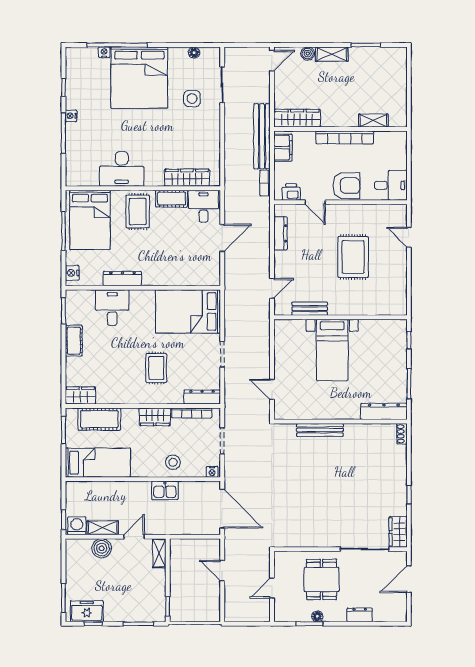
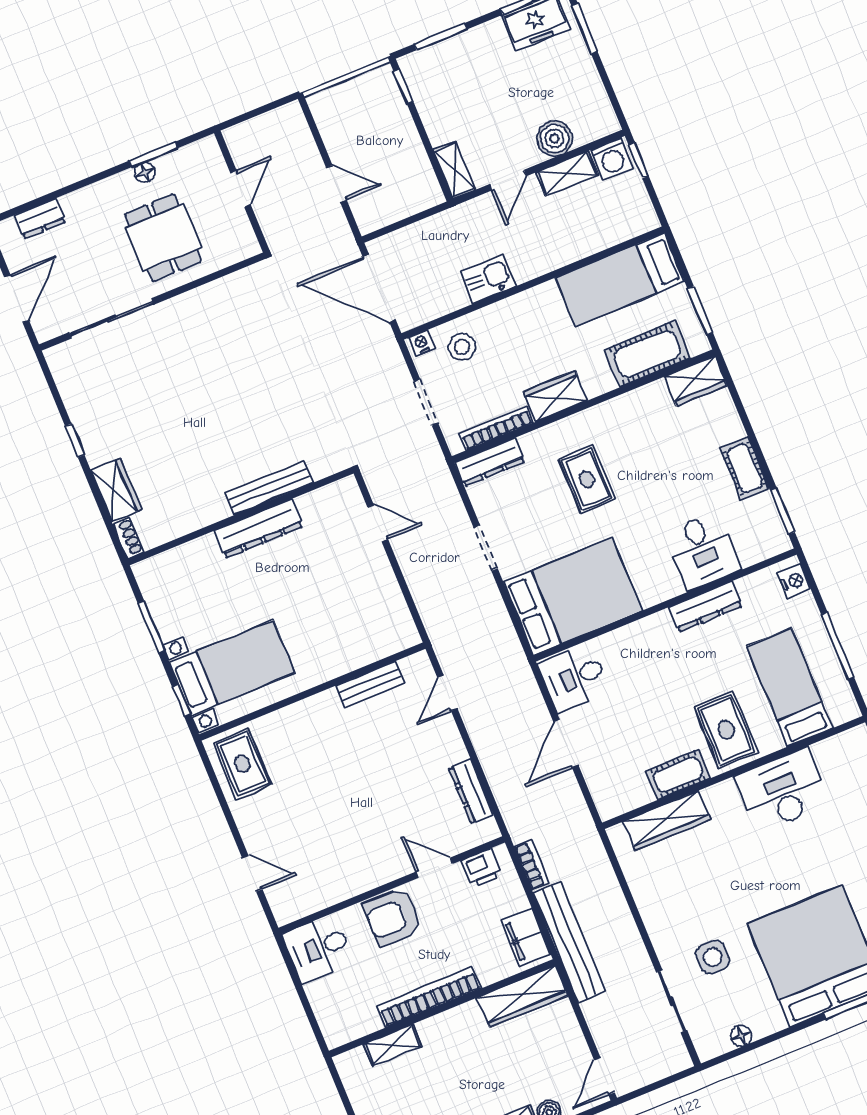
desk: (204, 206) -> (574, 678), moved, turned 90
bed: (90, 220) -> (790, 687), width x0.67
rug: (353, 257) -> (242, 764), moved, width x0.73, depth x0.70
bed with nightstands: (332, 350) -> (232, 668), moved, turned 90
dresser: (384, 411) -> (258, 529), moved
stool: (173, 462) -> (462, 347), moved
wardrobe: (398, 532) -> (116, 490), moved
dresser: (360, 615) -> (40, 218), moved

